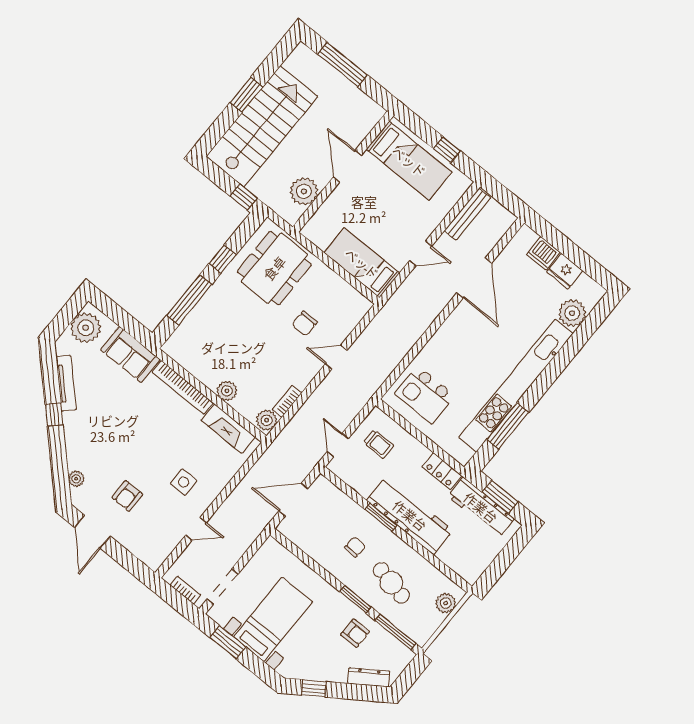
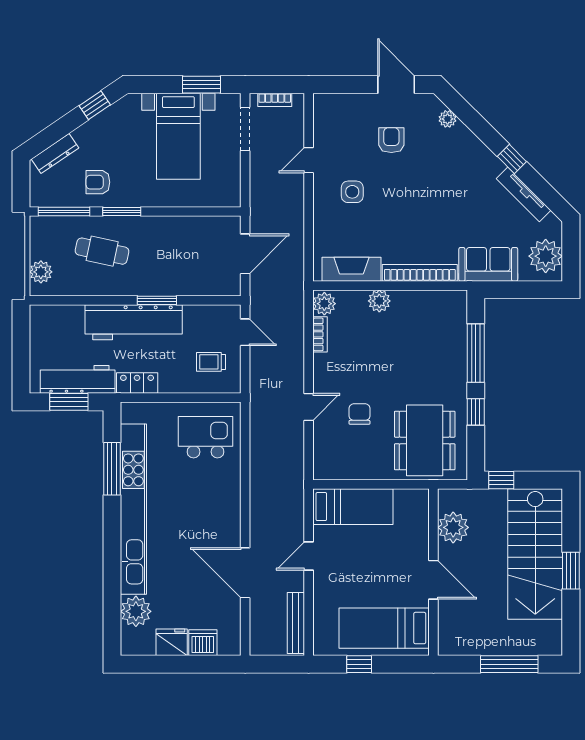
chair: (355, 547) -> (159, 256), removed

